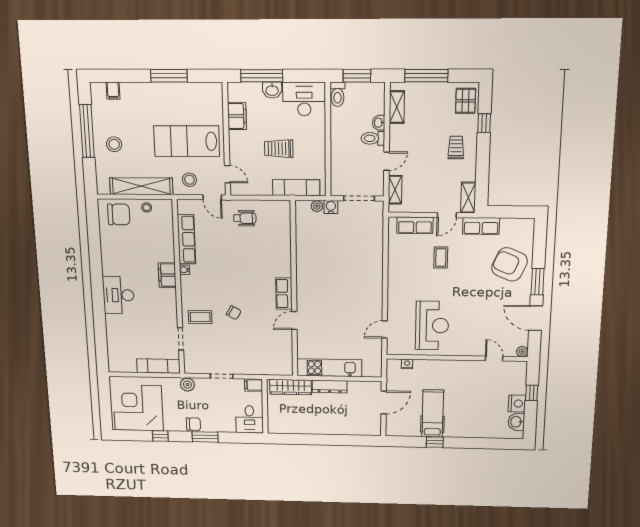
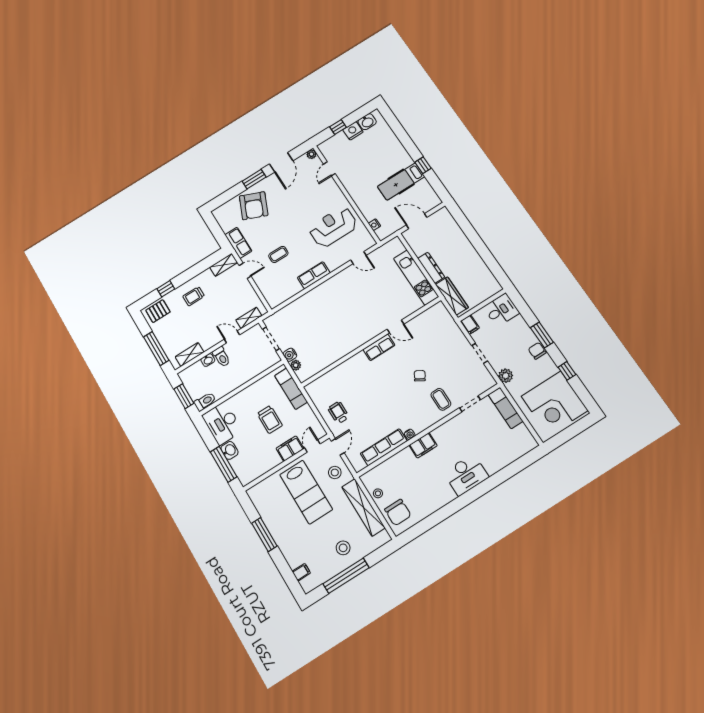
filing cabinet: (237, 116) -> (290, 449), moved
chair: (119, 214) -> (398, 512), turned 180
row of seats: (415, 225) -> (314, 275), moved, turned -90

